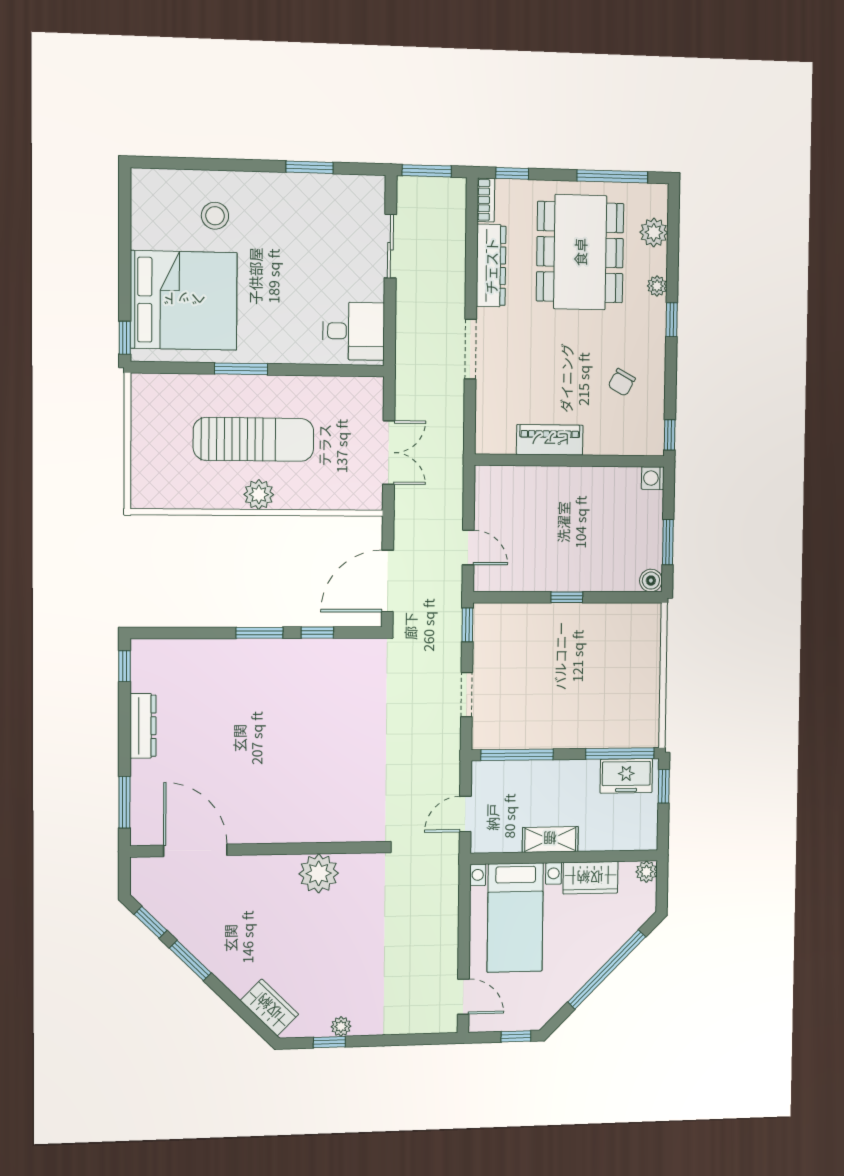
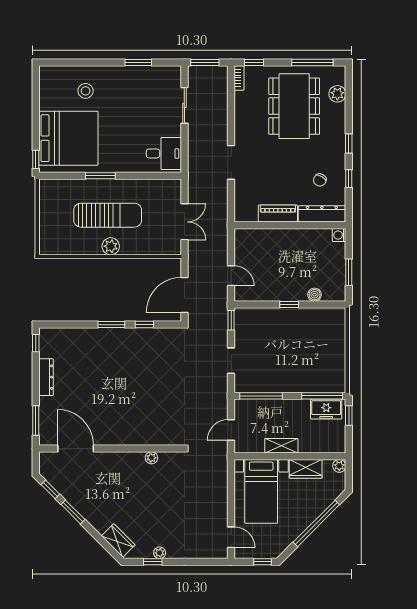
dresser: (491, 266) -> (322, 214), moved, turned -90
plant: (657, 286) -> (340, 124), removed
window: (670, 435) -> (349, 179), moved
boiler: (651, 581) -> (315, 295), moved
plant: (319, 873) -> (151, 458), width x0.53, depth x0.53

